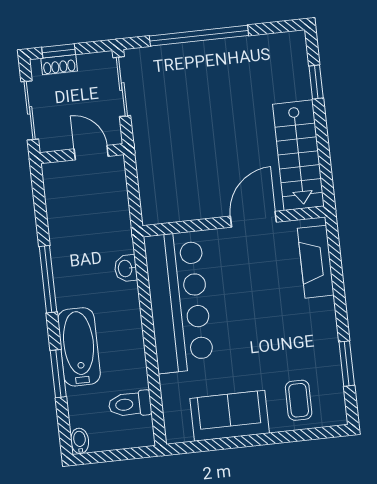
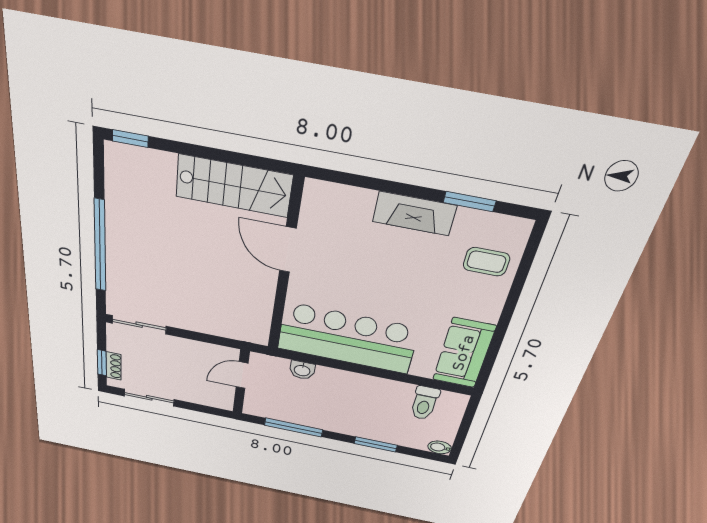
window: (316, 82) -> (130, 139), moved
door: (91, 153) -> (242, 375), moved
wall: (82, 154) -> (241, 382), moved
fireplace: (316, 262) -> (414, 214), moved
bathtub: (79, 347) -> (359, 424), removed
sofa: (230, 416) -> (464, 353), moved

